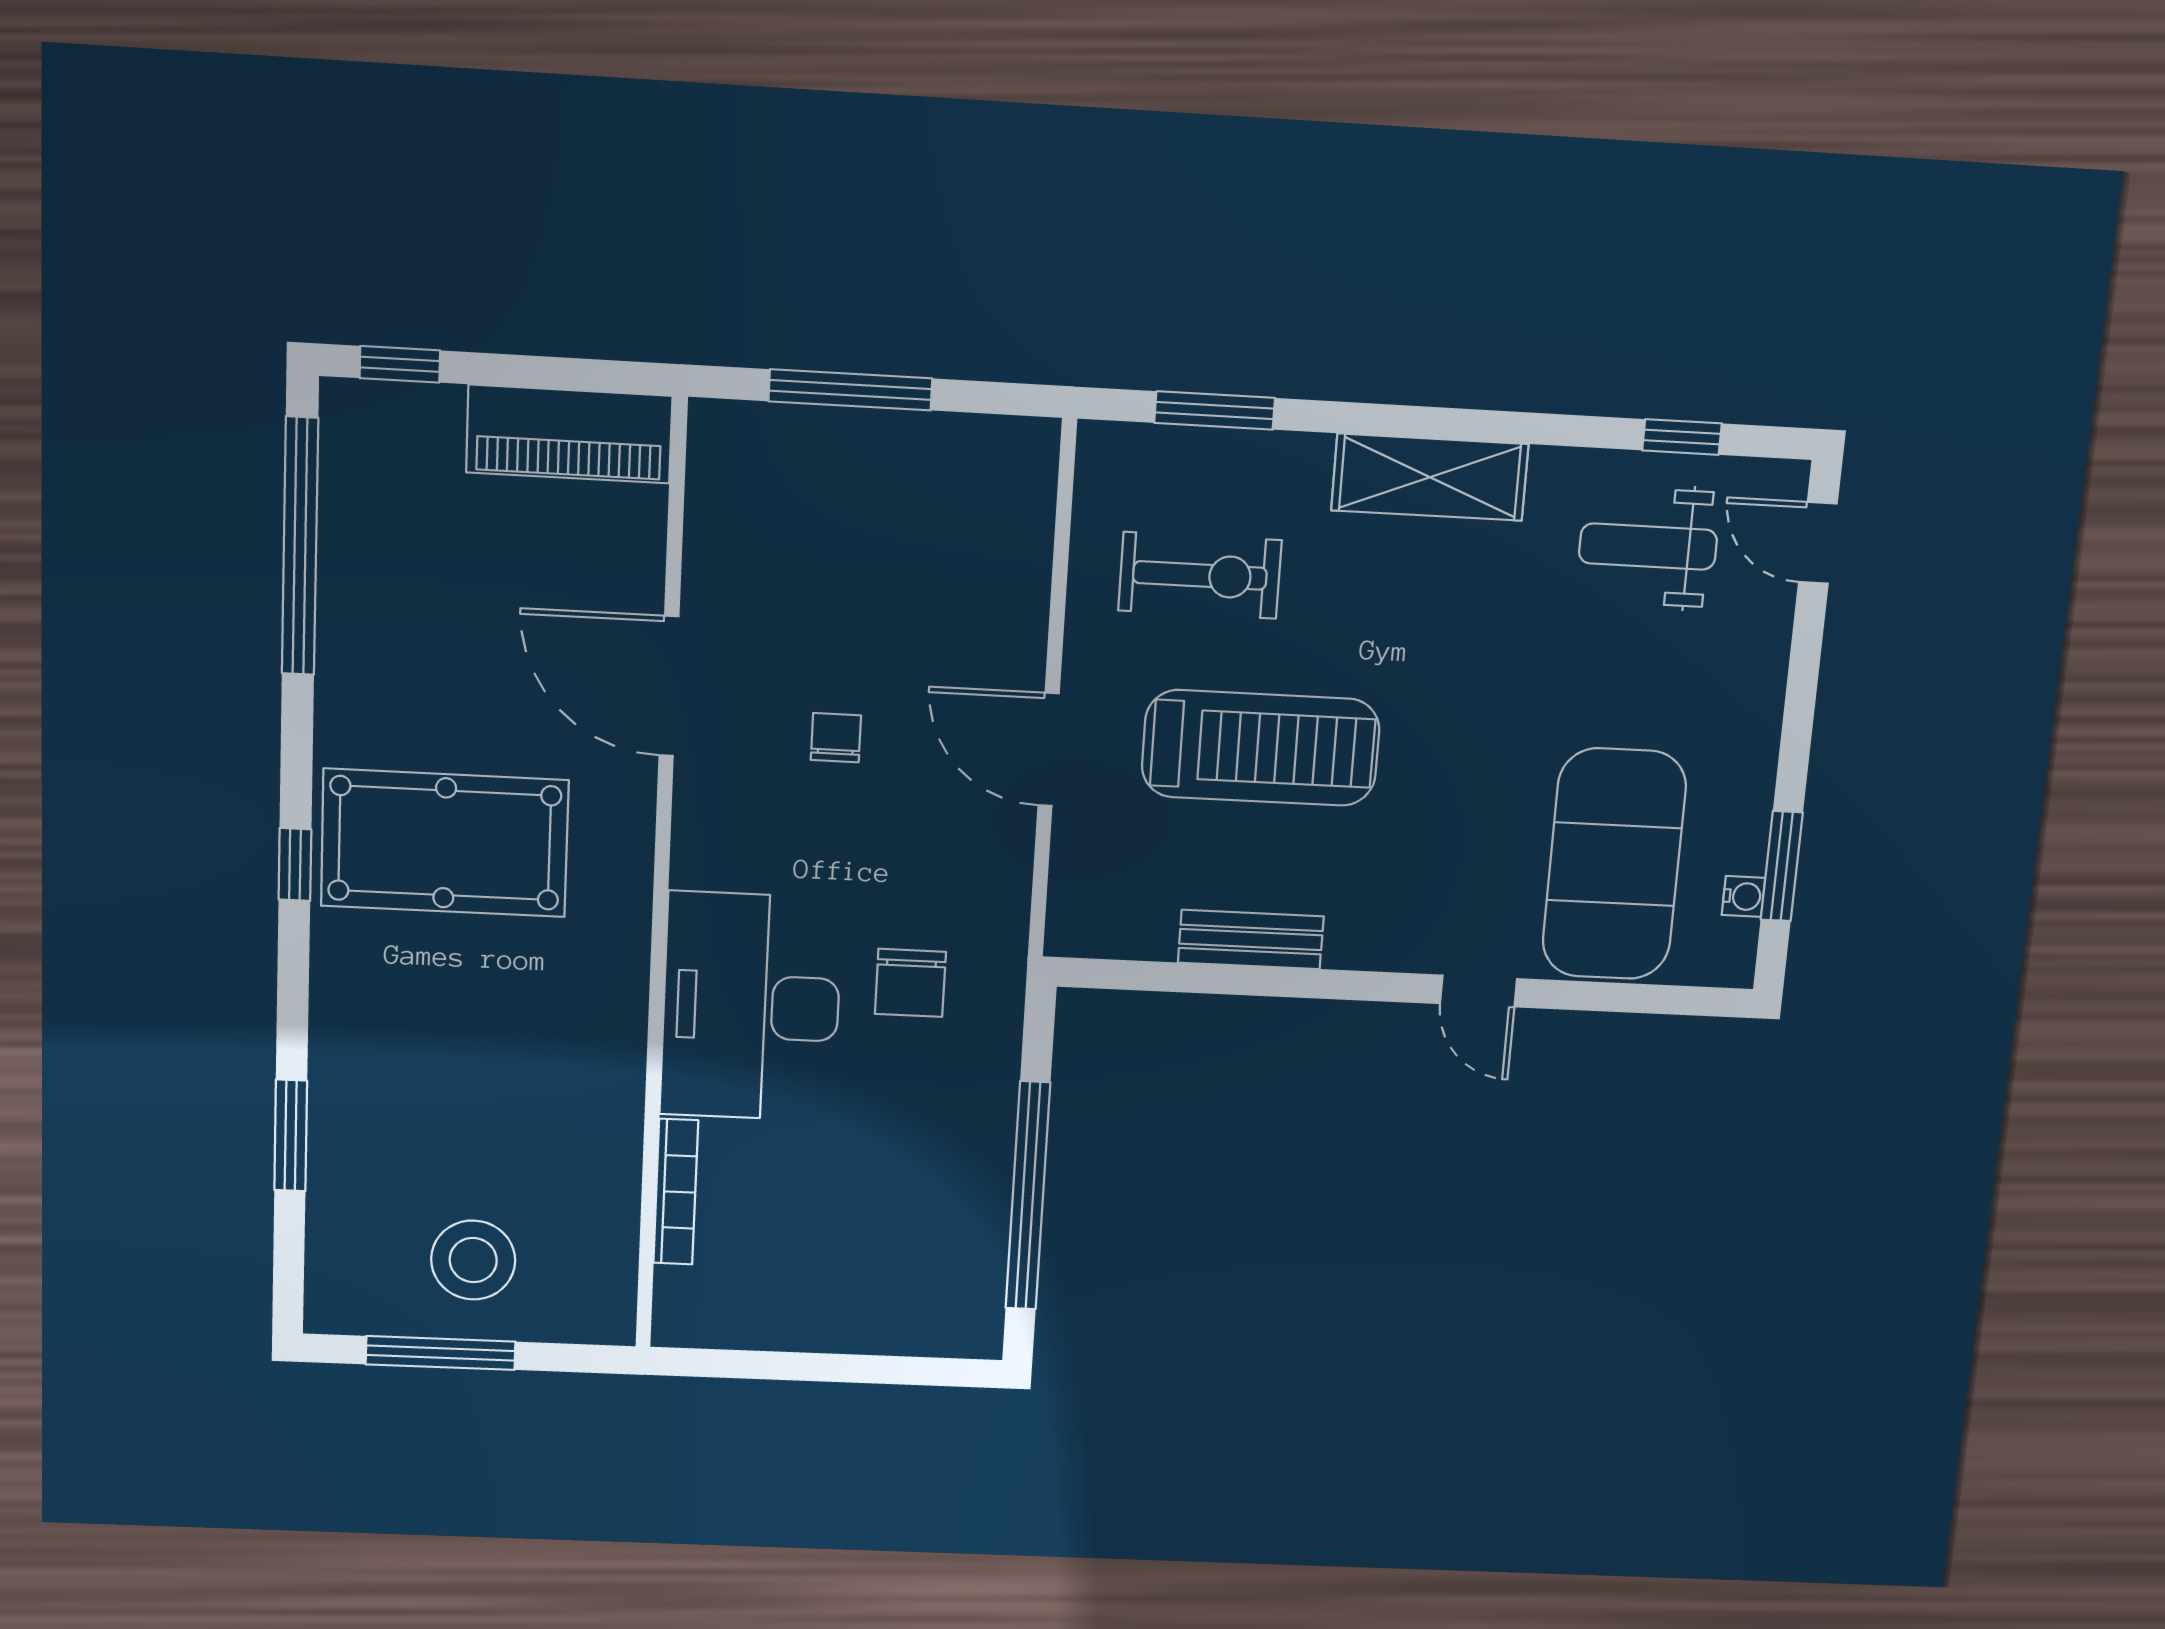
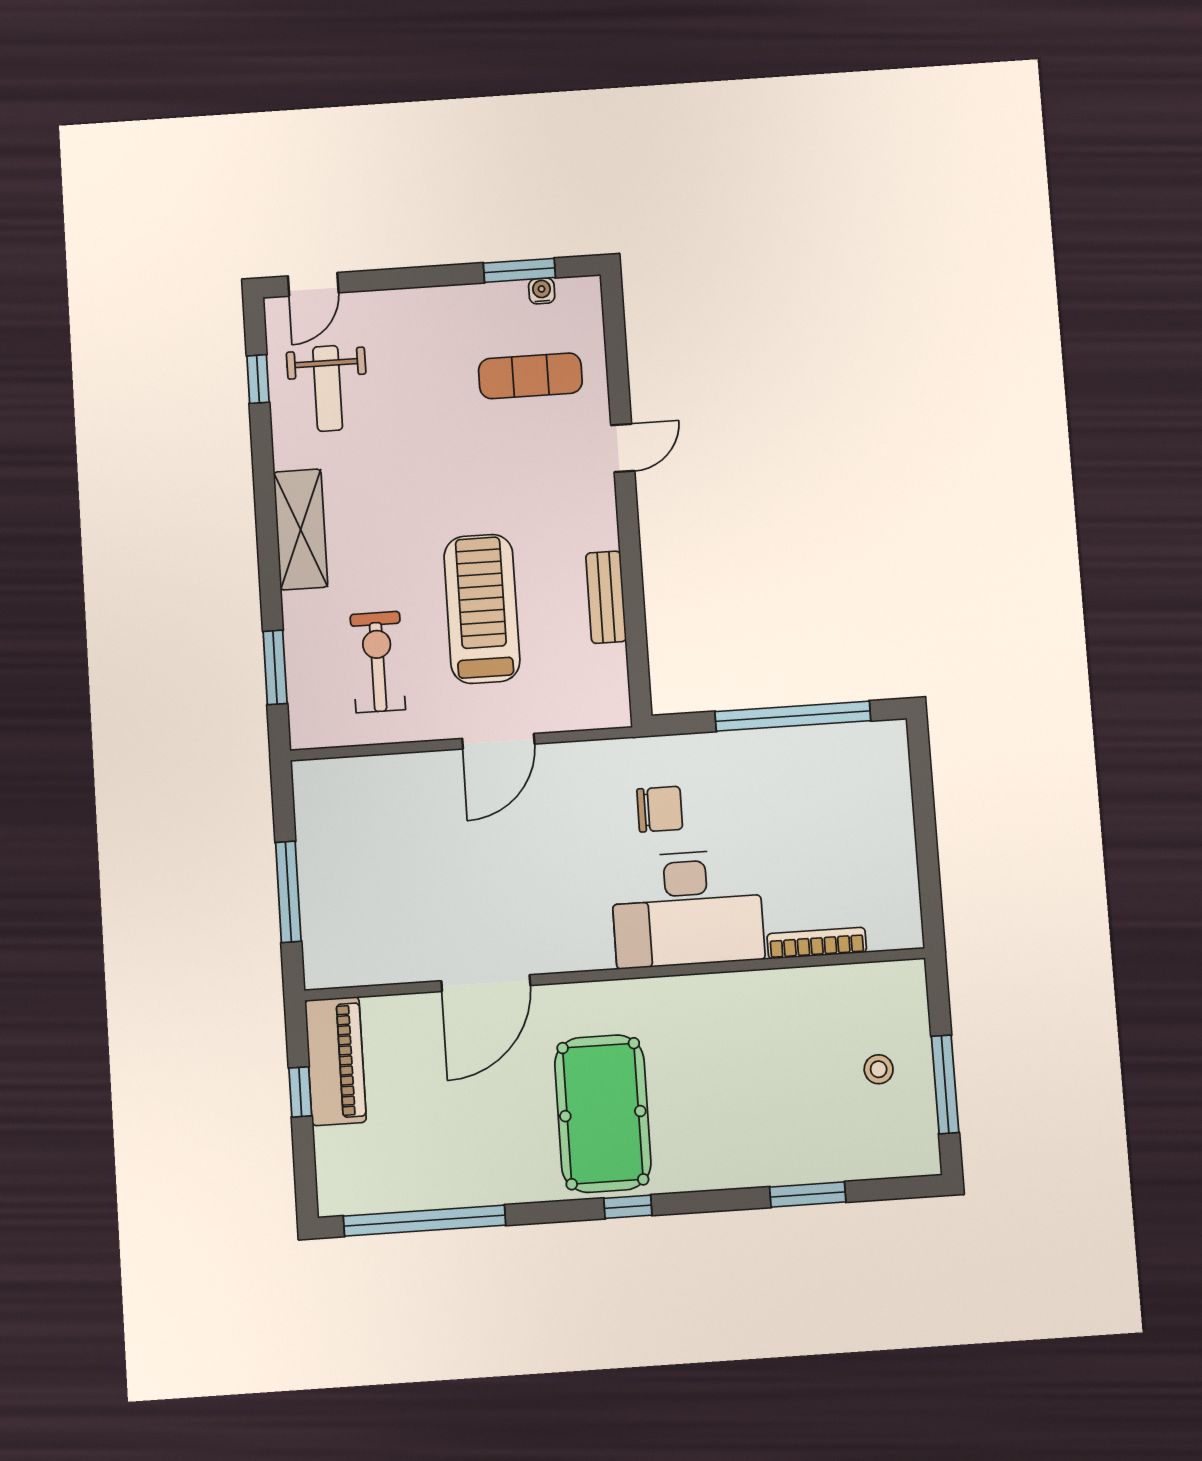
window: (400, 364) -> (300, 1092), moved
chair: (836, 738) -> (506, 875), removed
exercise mat: (1614, 864) -> (530, 376), width x0.50, depth x0.69
stool: (473, 1260) -> (879, 1069), width x0.53, depth x0.53

